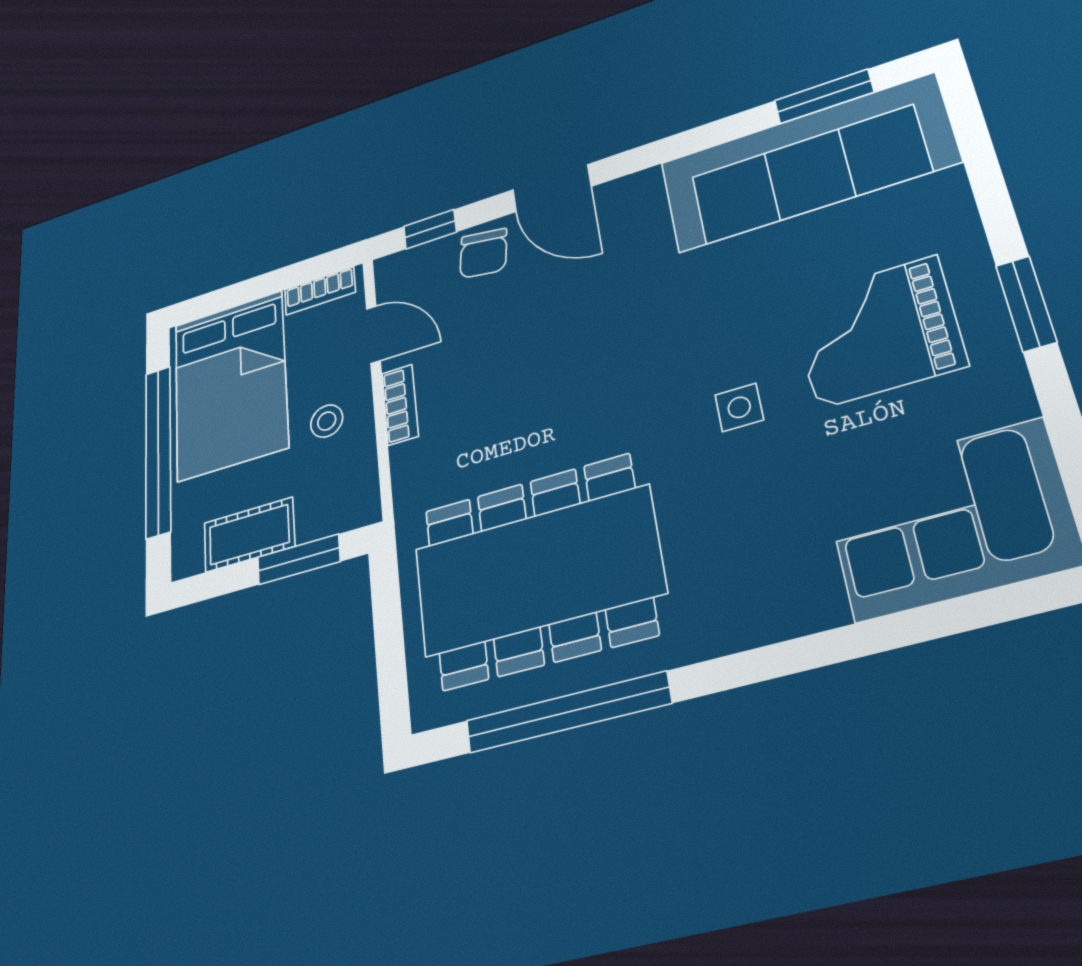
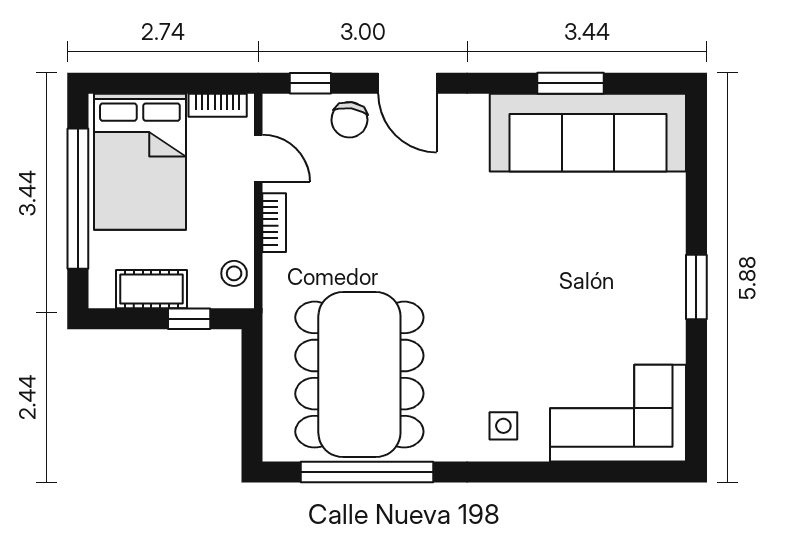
window: (824, 96) -> (570, 83), moved
grand piano: (877, 332) -> (605, 276), removed
side table: (739, 407) -> (503, 426), moved
stool: (327, 421) -> (234, 273), moved
window: (299, 559) -> (189, 319), width x0.67
dining table: (537, 571) -> (359, 375), turned 90

